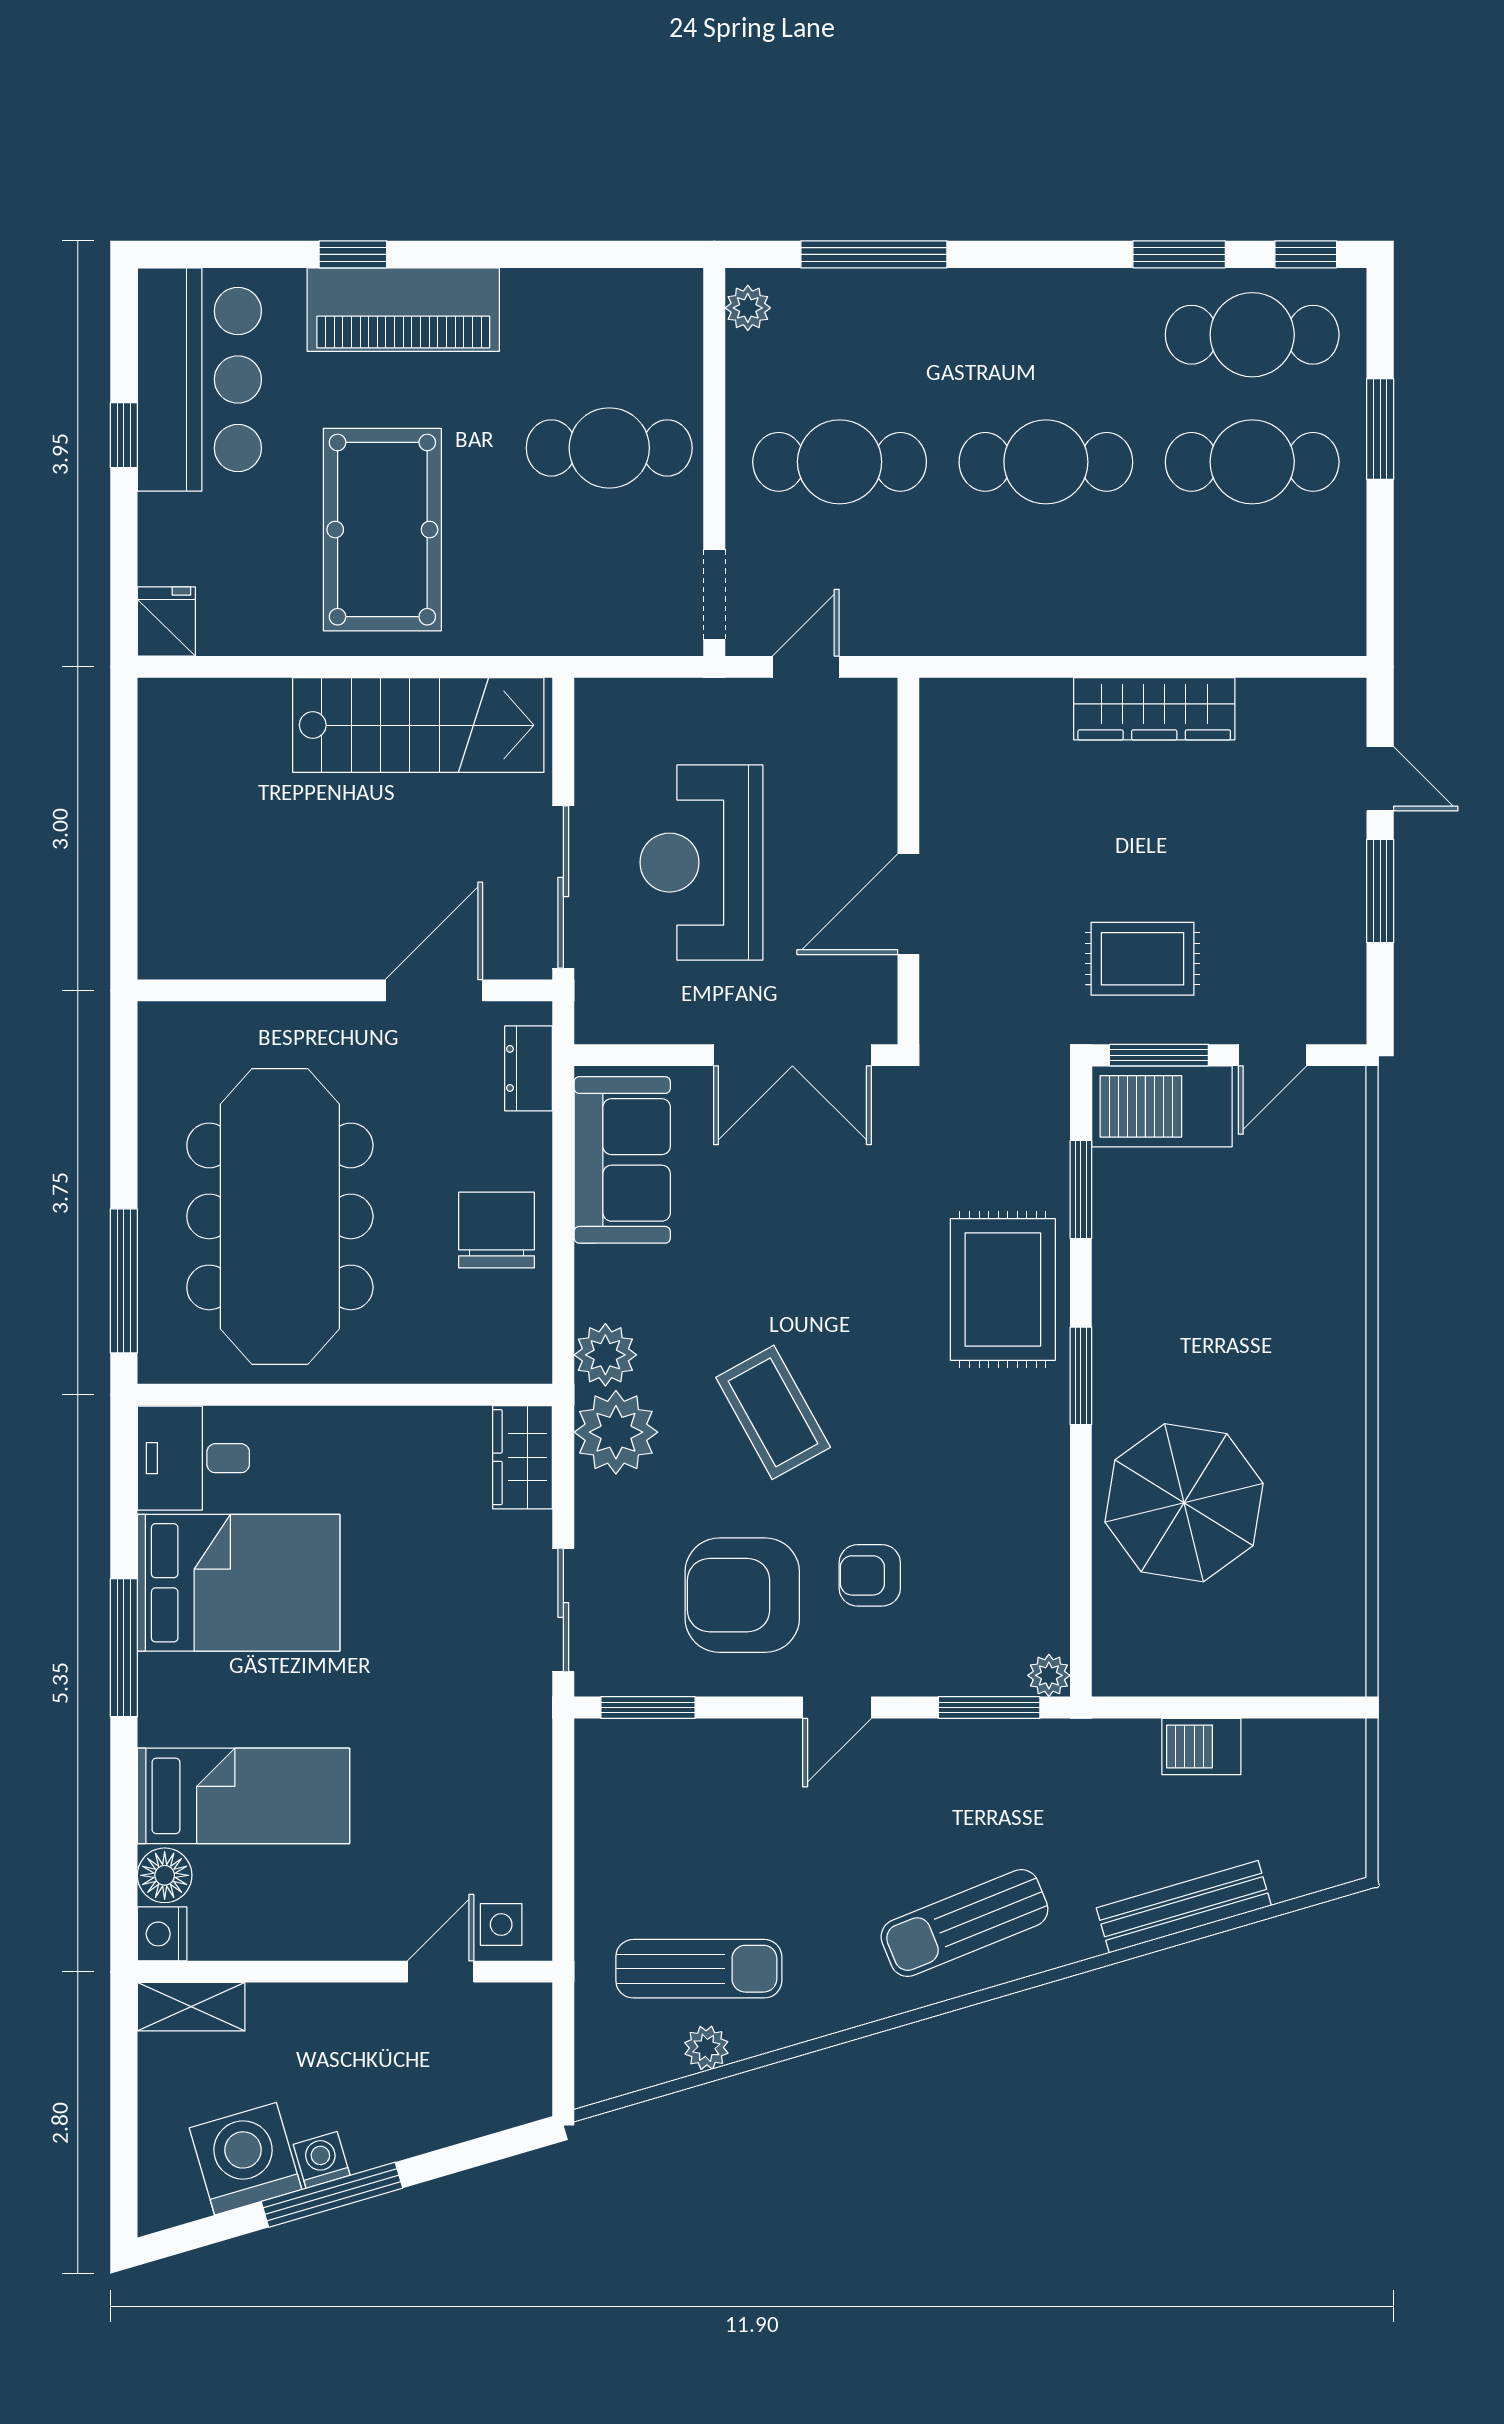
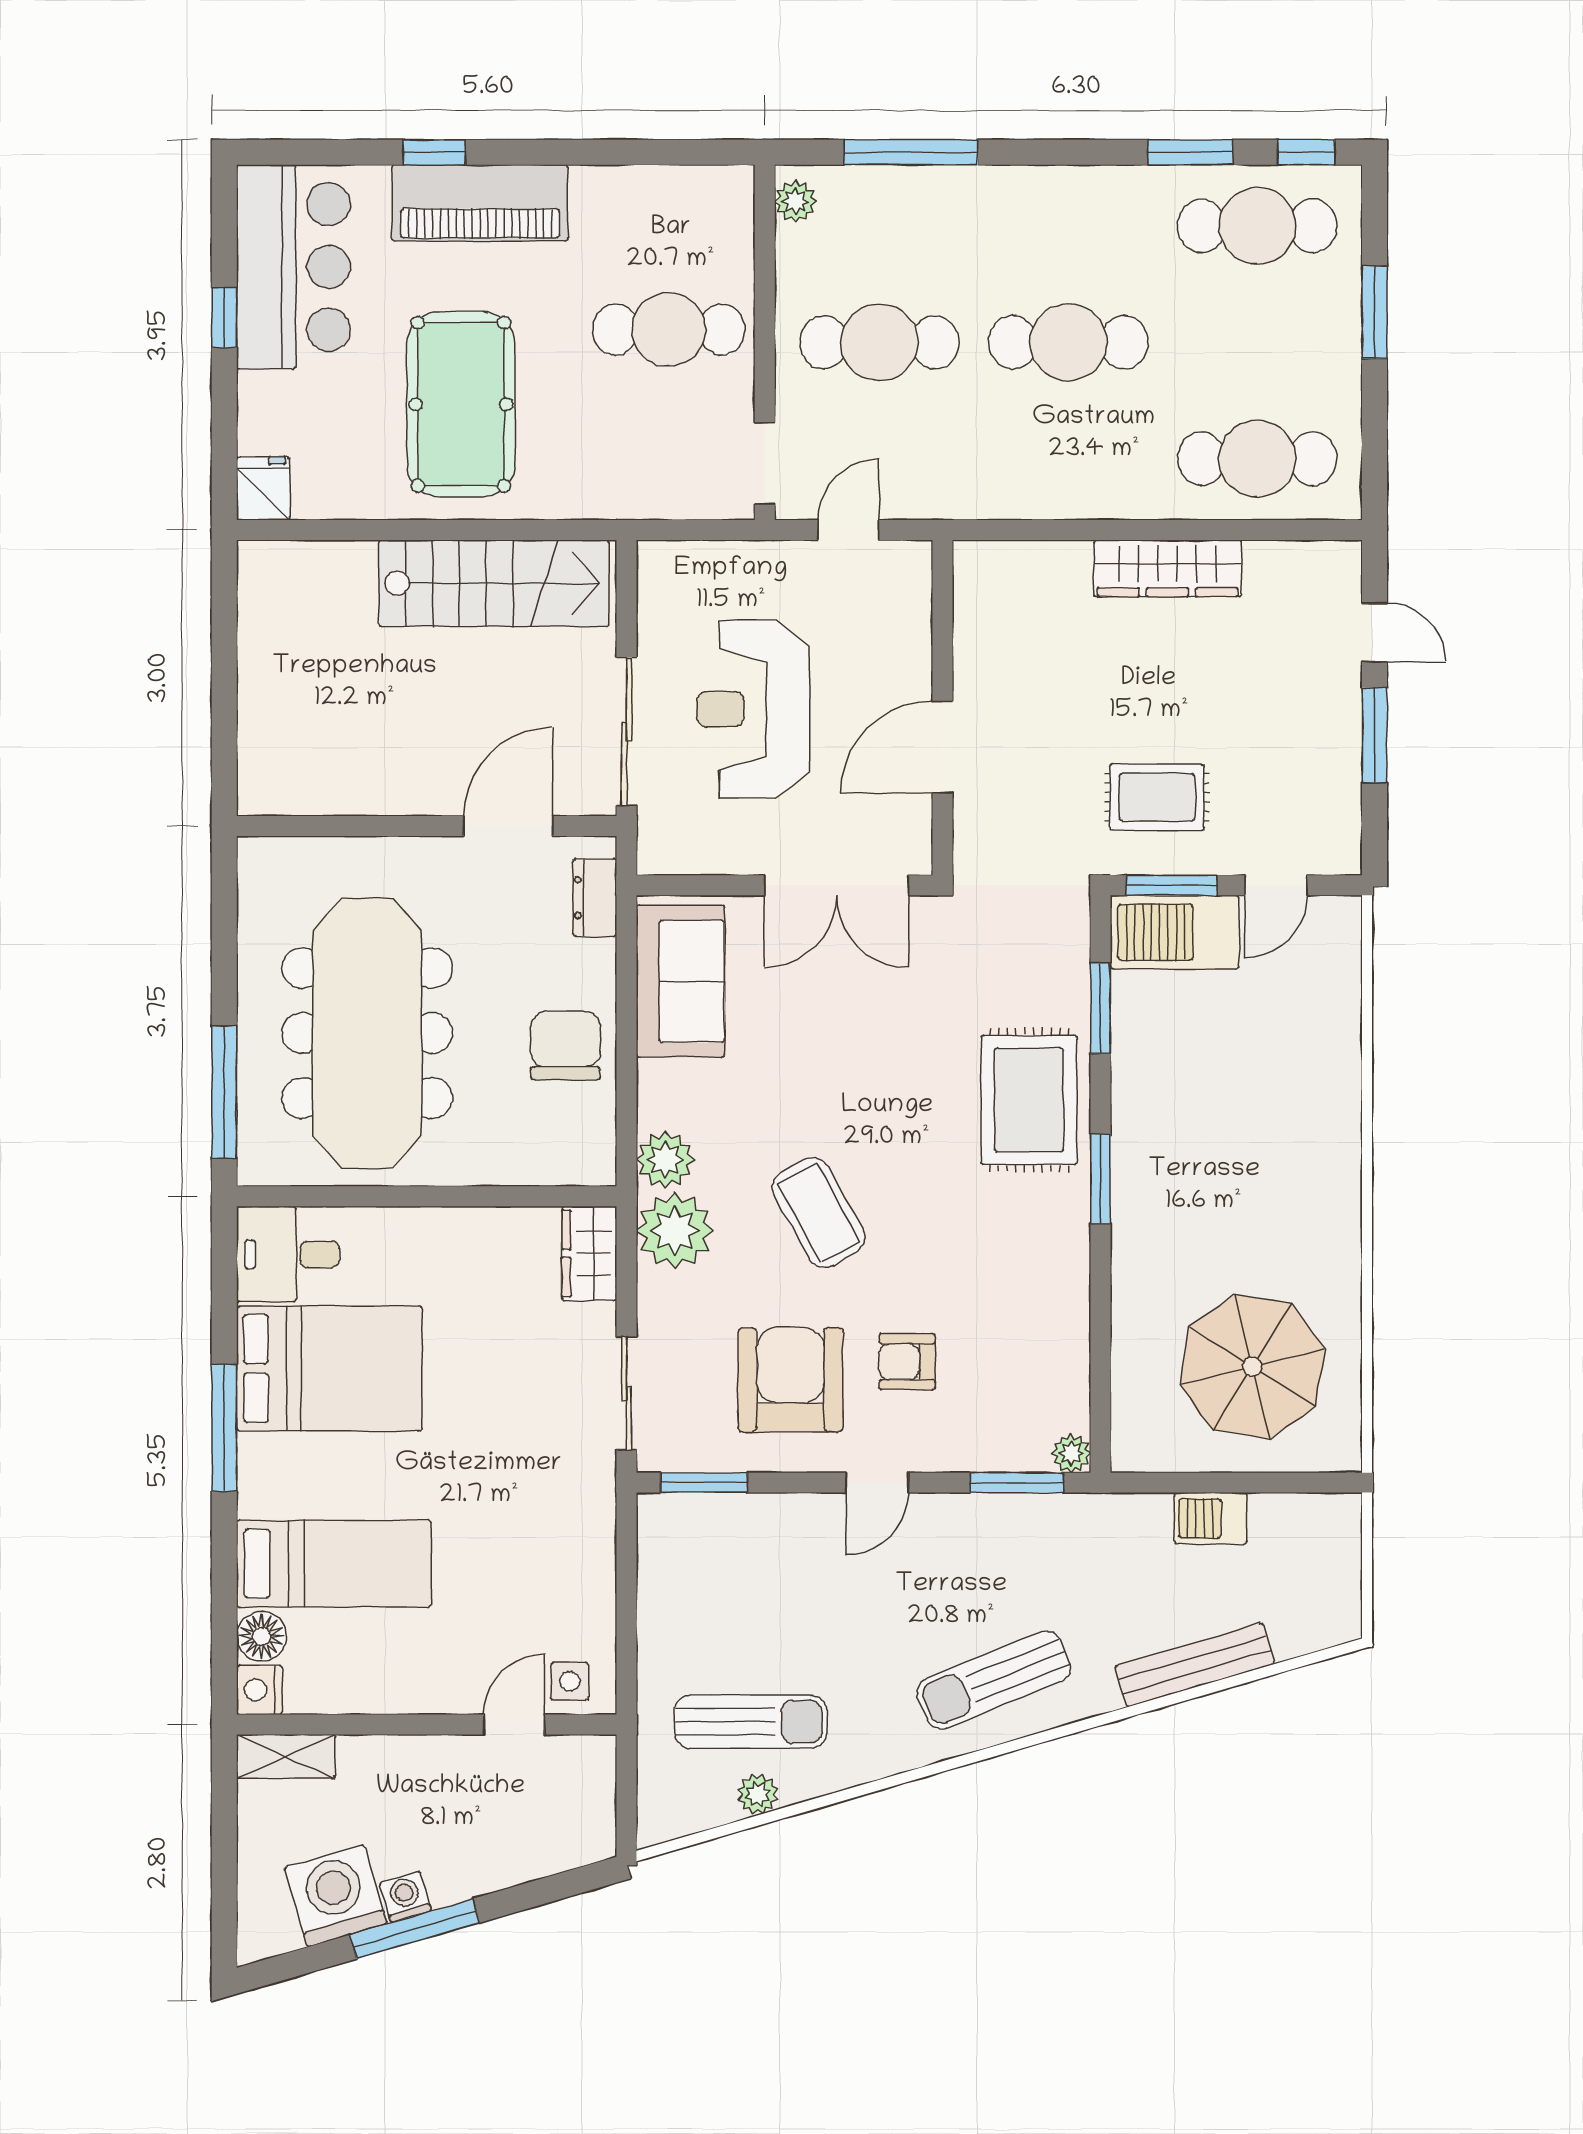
cafe table: (1252, 462) -> (1257, 459), moved
parasol: (1184, 1503) -> (1252, 1367), moved
armchair: (742, 1595) -> (790, 1380), turned 90

